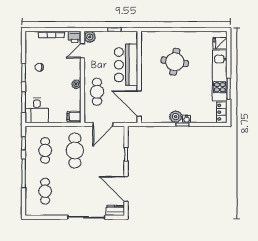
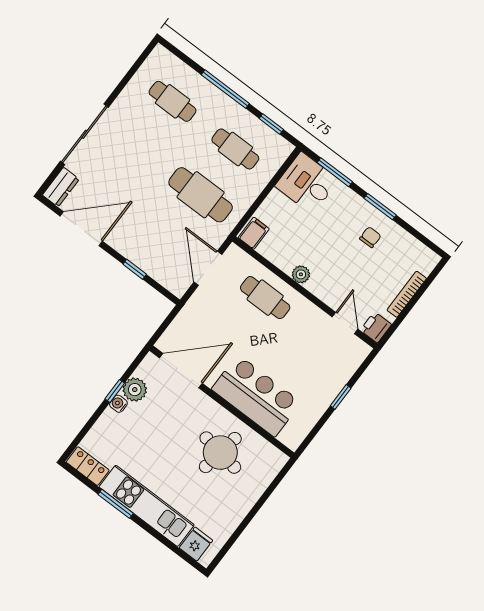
plant: (90, 37) -> (358, 351), removed
bar counter: (126, 65) -> (256, 396), moved
wall: (139, 77) -> (222, 402), moved
door: (139, 104) -> (181, 371), moved

